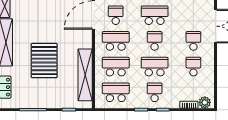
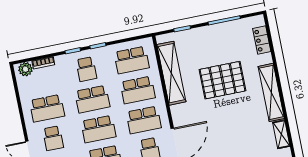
school desk: (155, 41) -> (98, 129), width x1.85
pallet: (44, 61) -> (222, 80), turned 90
school desk: (193, 67) -> (47, 108), width x1.85

